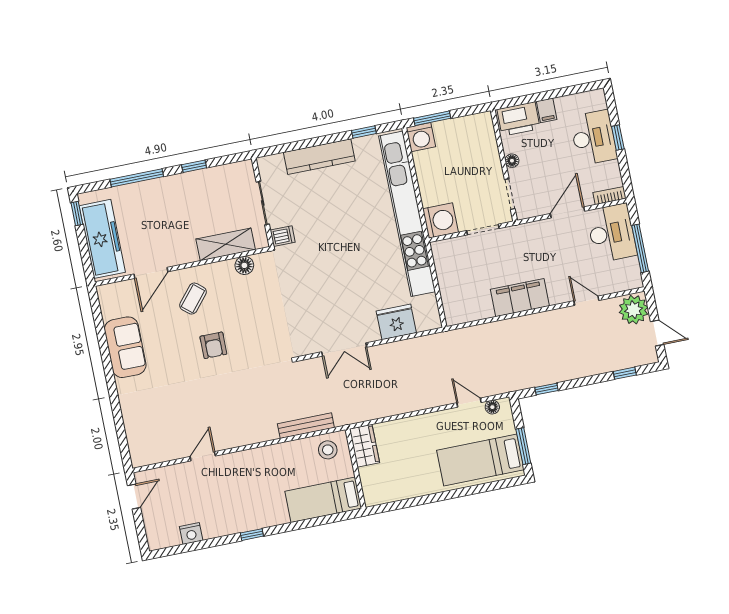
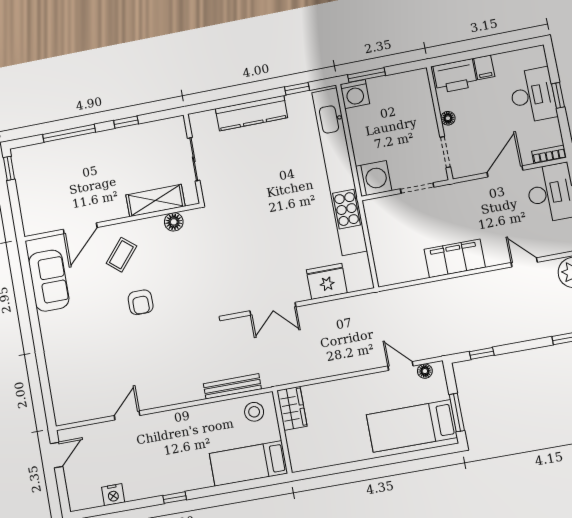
dishwasher: (283, 236) -> (213, 193), removed
freezer: (102, 239) -> (33, 194), removed
sofa: (125, 347) -> (49, 281), moved

